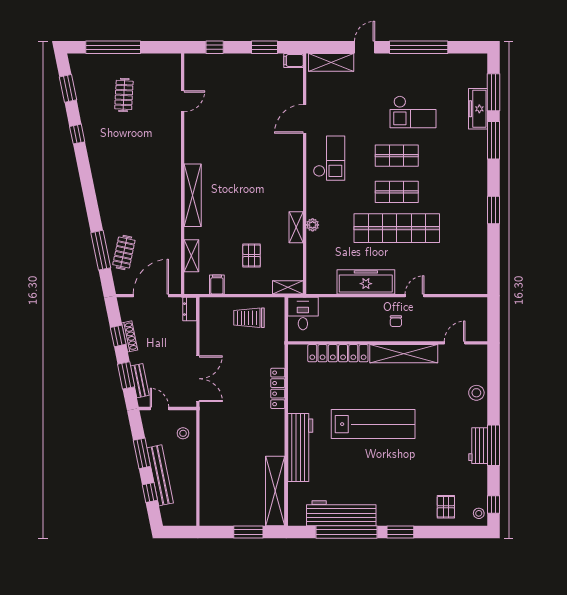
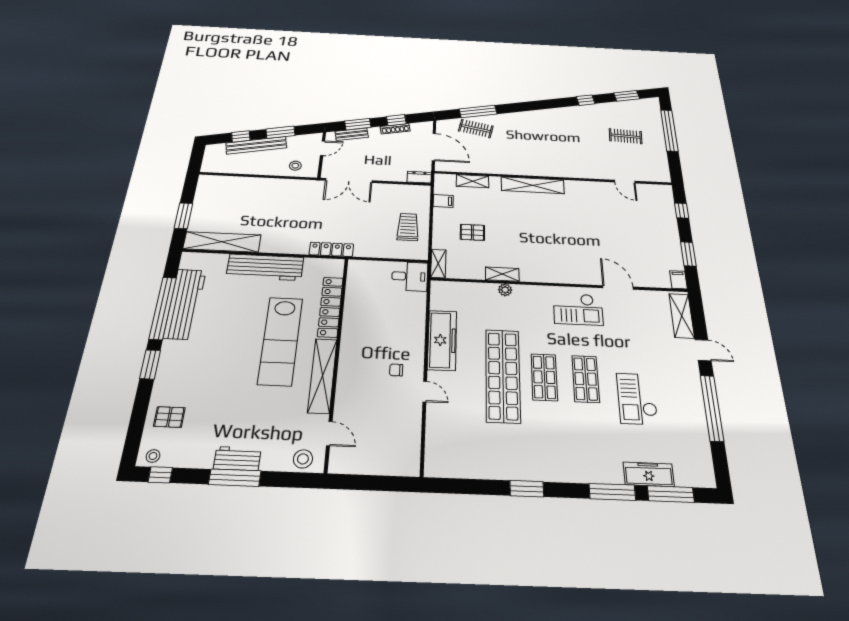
wall: (388, 343) -> (337, 359), moved
door: (455, 343) -> (329, 434), moved
locker: (338, 353) -> (330, 307), moved
shelving: (404, 354) -> (322, 375), moved

